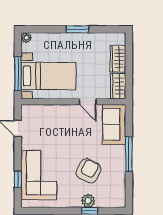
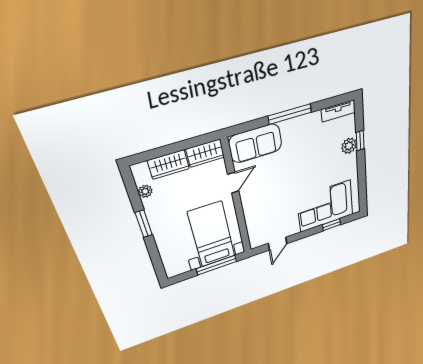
plant: (26, 38) -> (145, 191), moved
armchair: (89, 171) -> (315, 156), removed
tv unit: (120, 193) -> (338, 111), added

